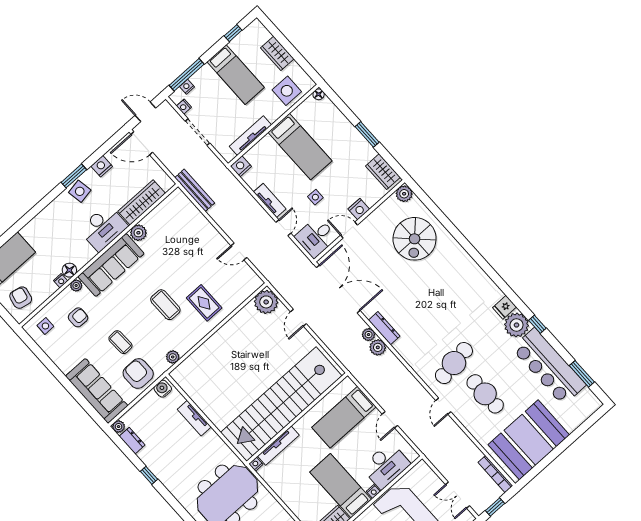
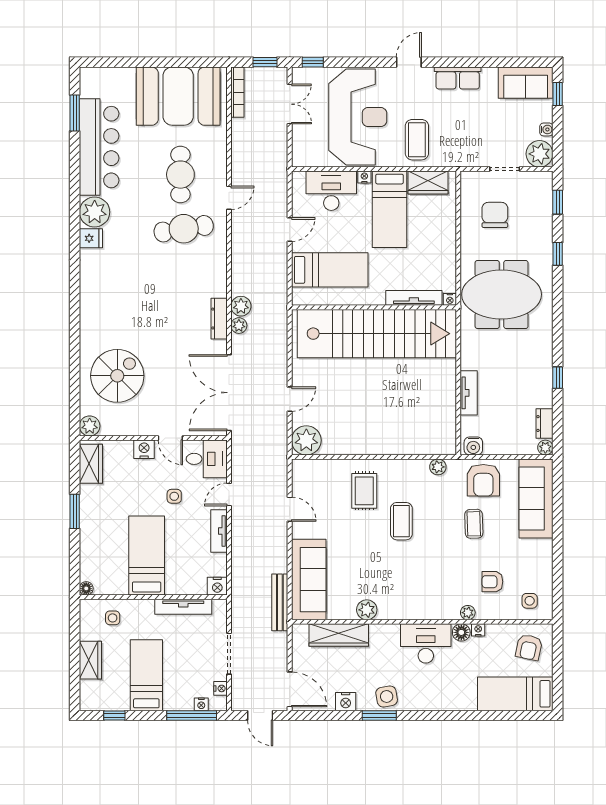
side table: (287, 91) -> (113, 618), width x0.54, depth x0.54
desk: (103, 228) -> (426, 643), moved
sofa: (111, 265) -> (309, 580), moved, turned 90
window: (537, 324) -> (75, 195), removed

